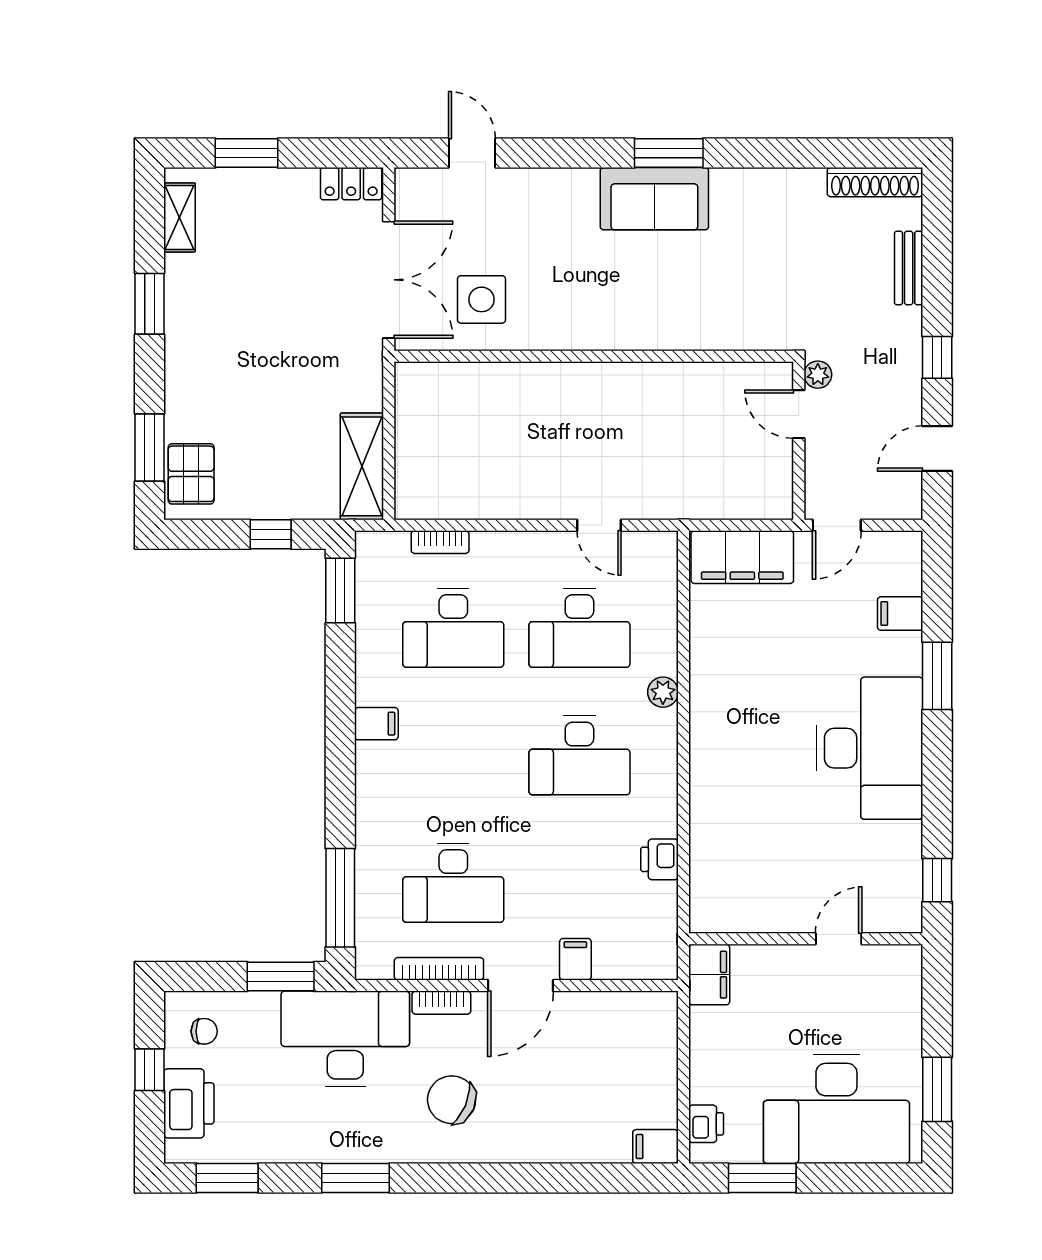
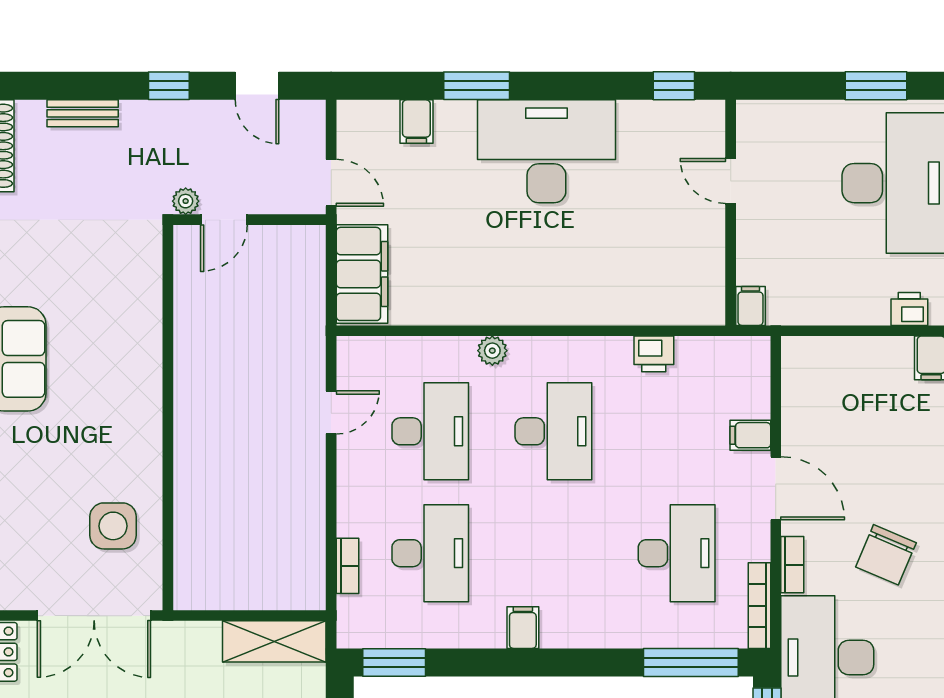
double door: (389, 280) -> (94, 616), swing flipped
bookcase: (439, 969) -> (760, 606), moved
filing cabinet: (709, 975) -> (750, 306), width x0.50

